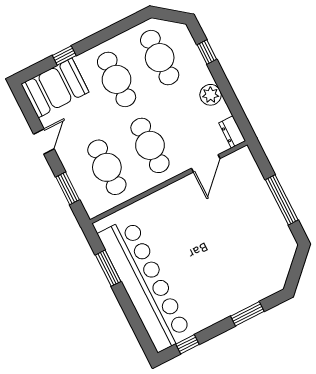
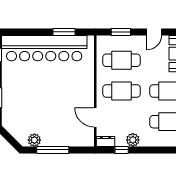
window: (207, 52) -> (122, 150), moved
door: (44, 142) -> (154, 32), hinge flipped
plant: (281, 233) -> (34, 140), added

